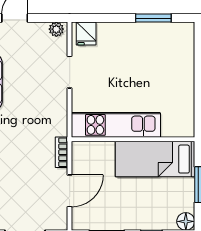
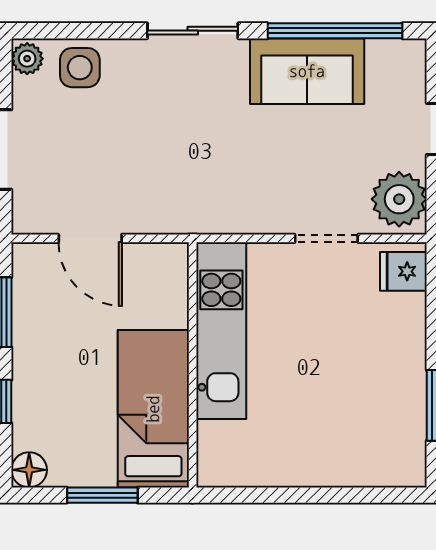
plant: (56, 29) -> (399, 199), width x1.88, depth x1.88
bookcase: (61, 152) -> (167, 222), removed

